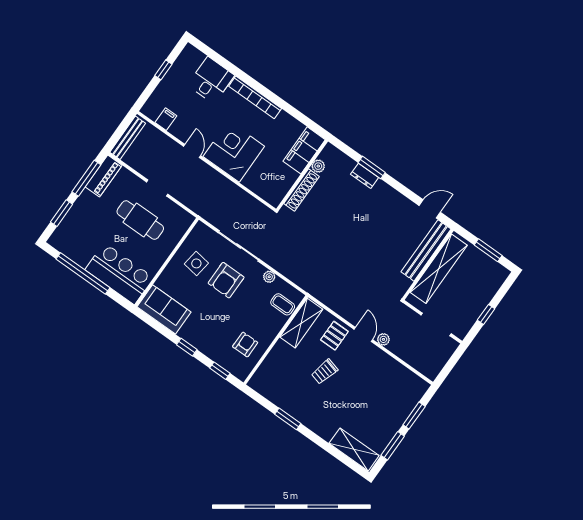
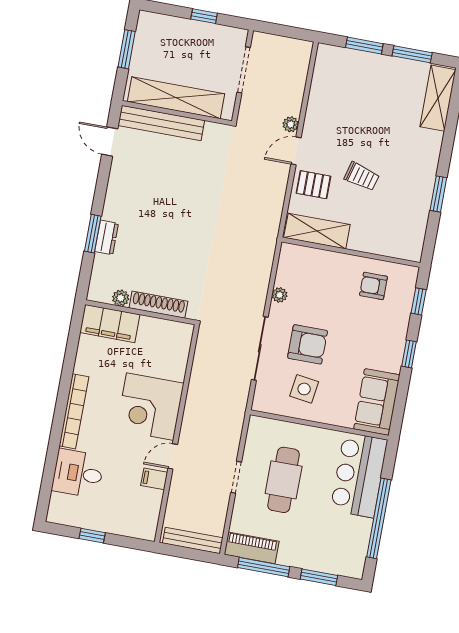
filing cabinet: (166, 119) -> (154, 479), moved
coffee table: (283, 304) -> (305, 264), removed

